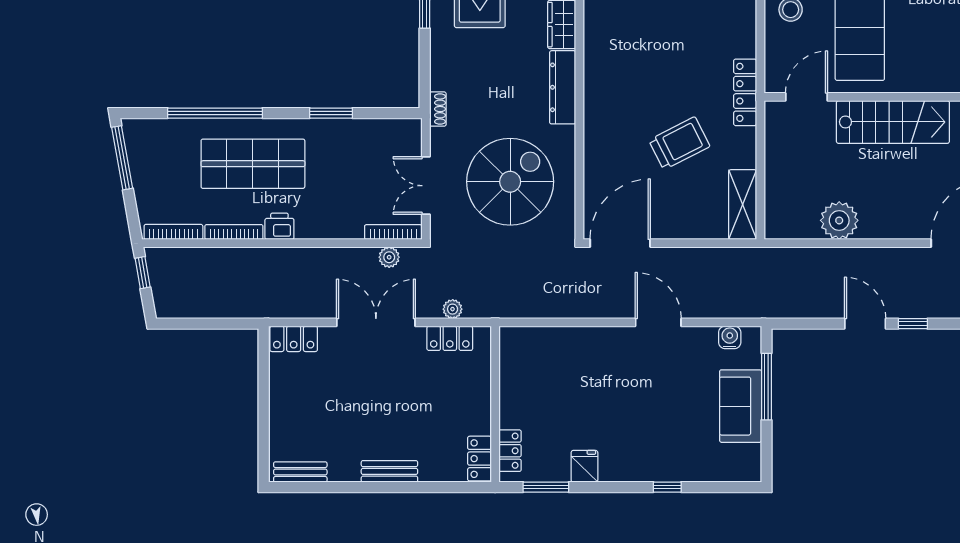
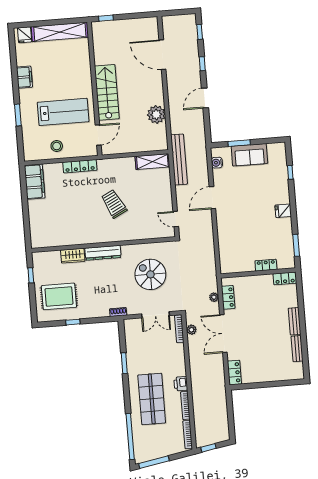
locker: (745, 92) -> (80, 166), moved
door: (807, 97) -> (98, 135), swing flipped
window: (215, 113) -> (130, 436), moved
trolley: (679, 143) -> (114, 204), moved
spiral stairs: (510, 182) -> (150, 274), width x0.73, depth x0.73
door: (620, 243) -> (176, 219), width x0.53
bench: (742, 260) -> (179, 160), added
window: (913, 324) -> (202, 64), moved
window: (766, 387) -> (239, 143), width x0.69
locker: (510, 451) -> (266, 265), moved
fridge: (584, 466) -> (283, 211), moved
bench: (300, 472) -> (297, 349), moved
window: (667, 487) -> (290, 172), moved

